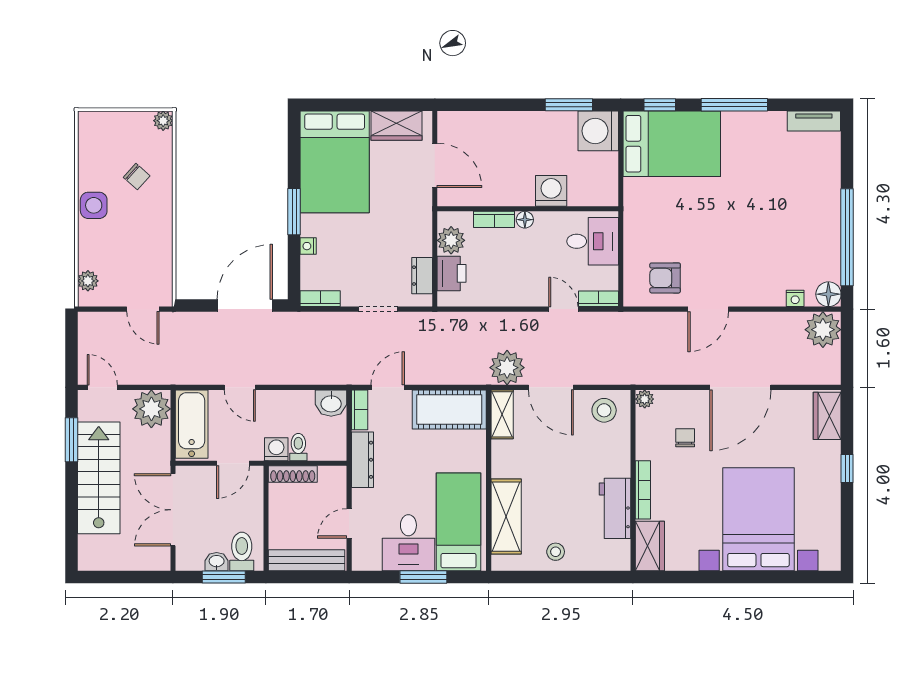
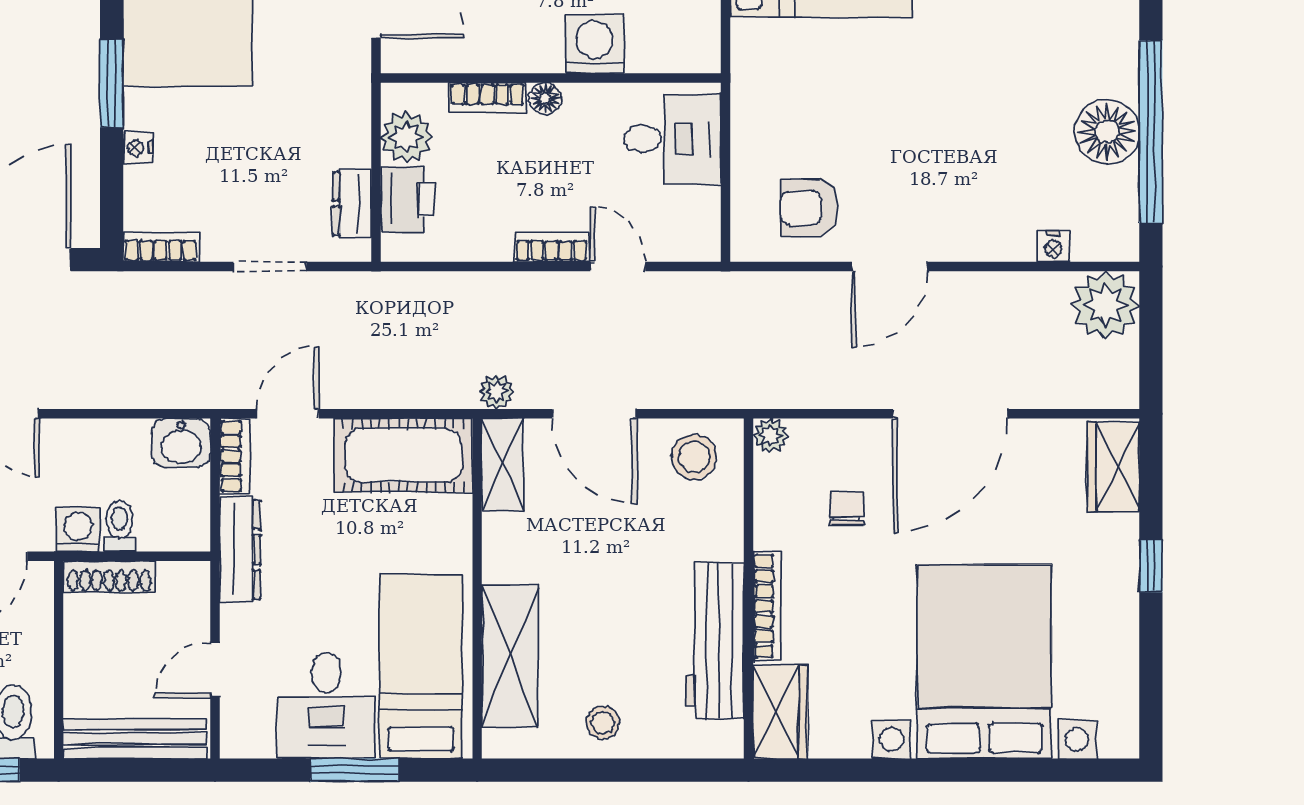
floor lamp: (828, 294) -> (1107, 132), moved, width x1.38, depth x1.38
bookcase: (598, 299) -> (552, 247), moved
plant: (507, 368) -> (497, 392), width x0.53, depth x0.53
workbench: (615, 508) -> (715, 641), width x1.37

